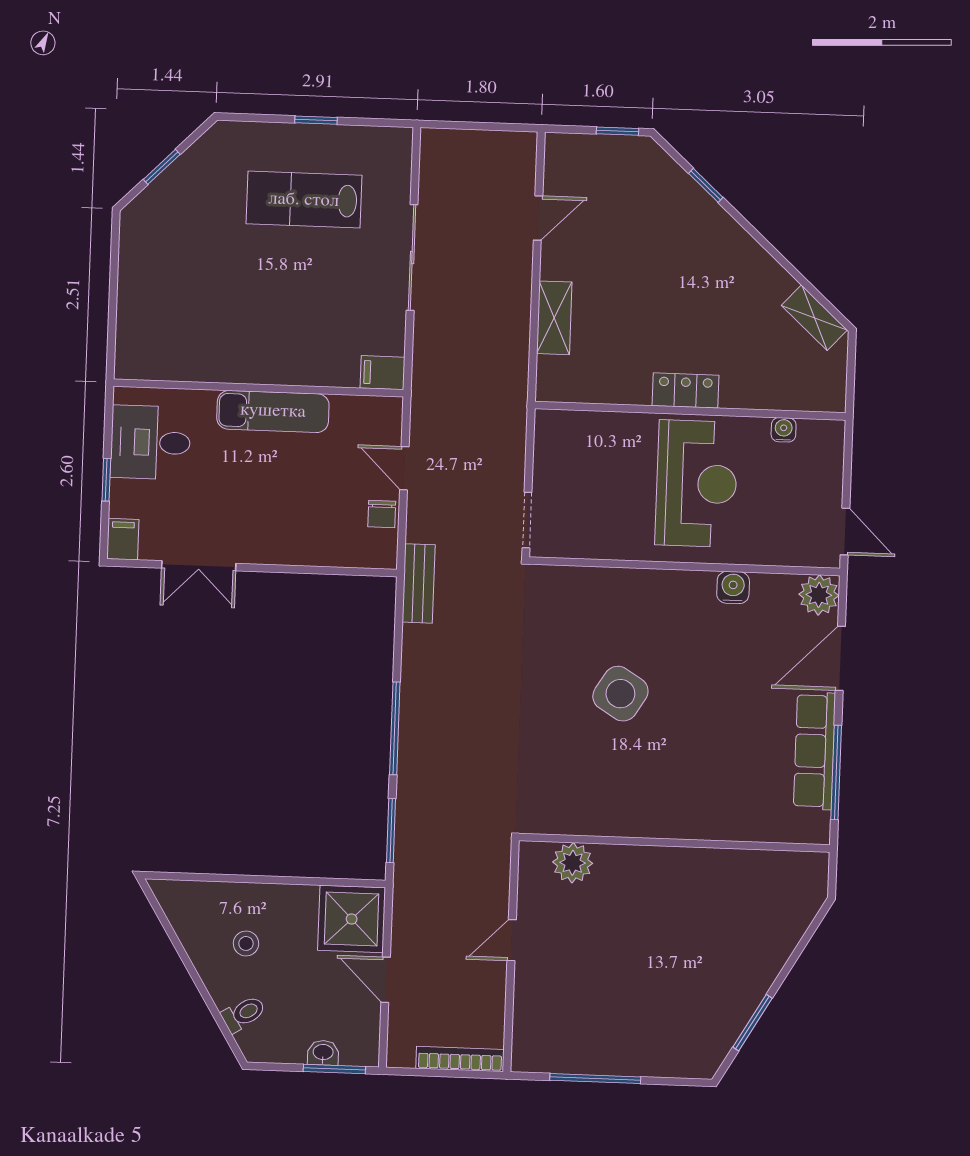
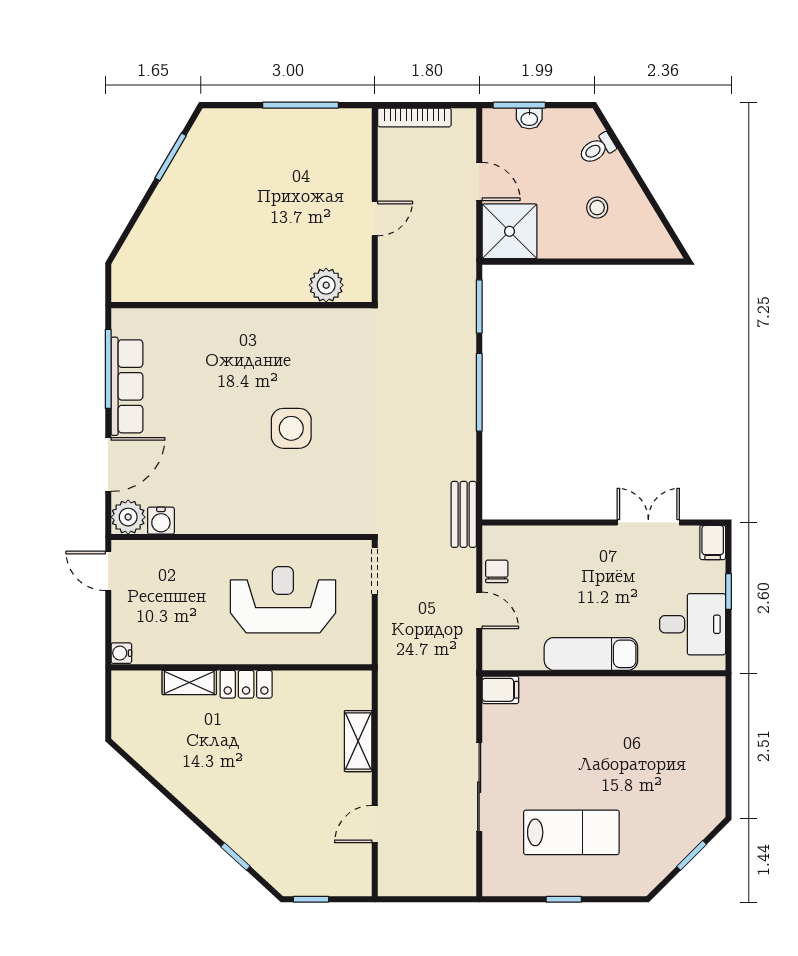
shelving: (814, 318) -> (189, 682), moved, turned -43
water cooler: (784, 430) -> (121, 653), moved, turned 90
reception desk: (696, 484) -> (283, 600), moved, turned 90
water cooler: (733, 587) -> (161, 521), moved
side table: (620, 694) -> (291, 428), turned -32

